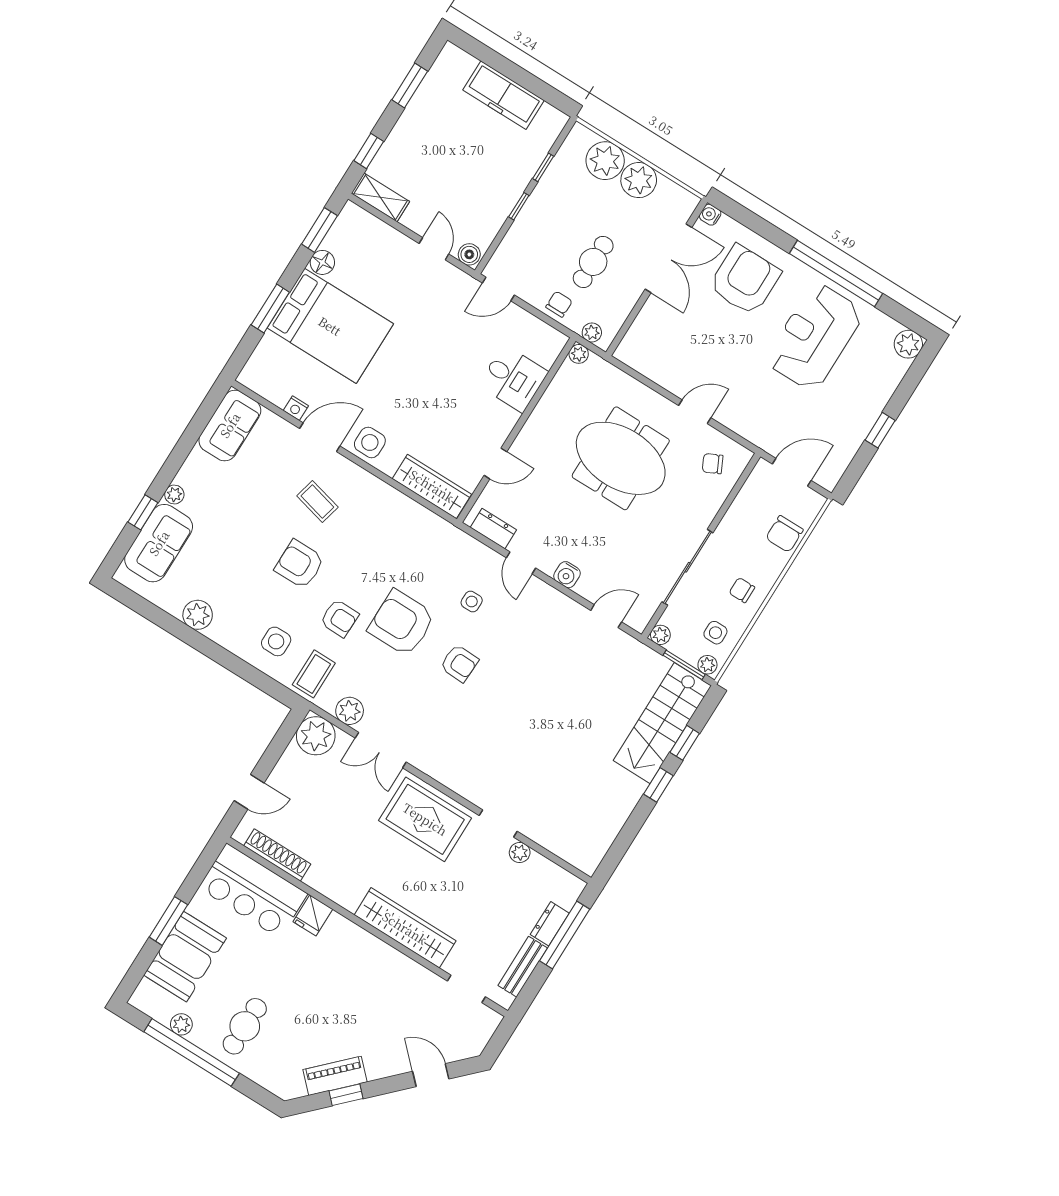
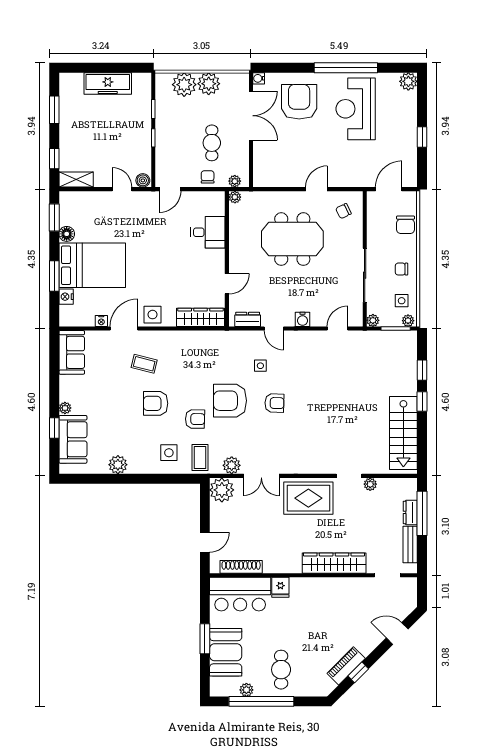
nightstand: (269, 346) -> (66, 297), added
stairs: (662, 723) -> (403, 433), moved

